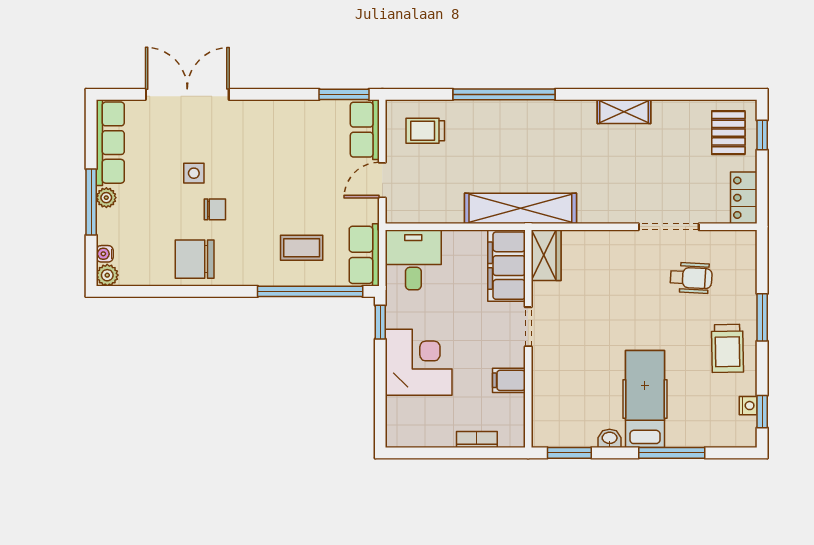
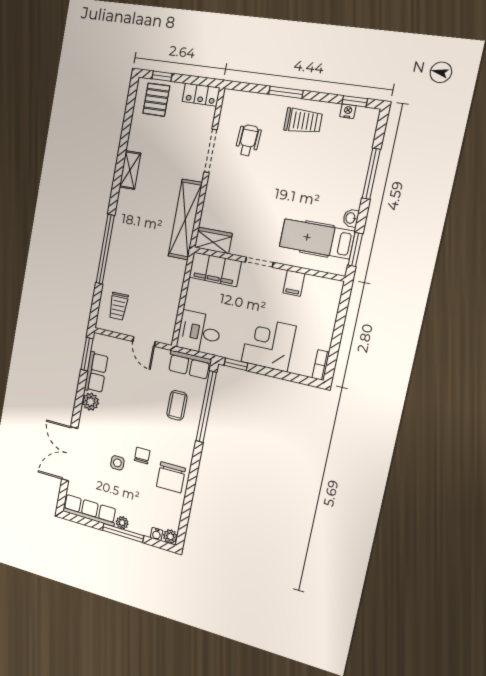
plant: (274, 113) -> (90, 402), added
row of seats: (365, 130) -> (96, 372), moved, turned -90
pallet: (728, 133) -> (156, 100), turned 90
shelving: (520, 208) -> (185, 220), moved
hospital bed: (645, 399) -> (317, 239), moved
bookcase: (477, 440) -> (321, 365), moved

